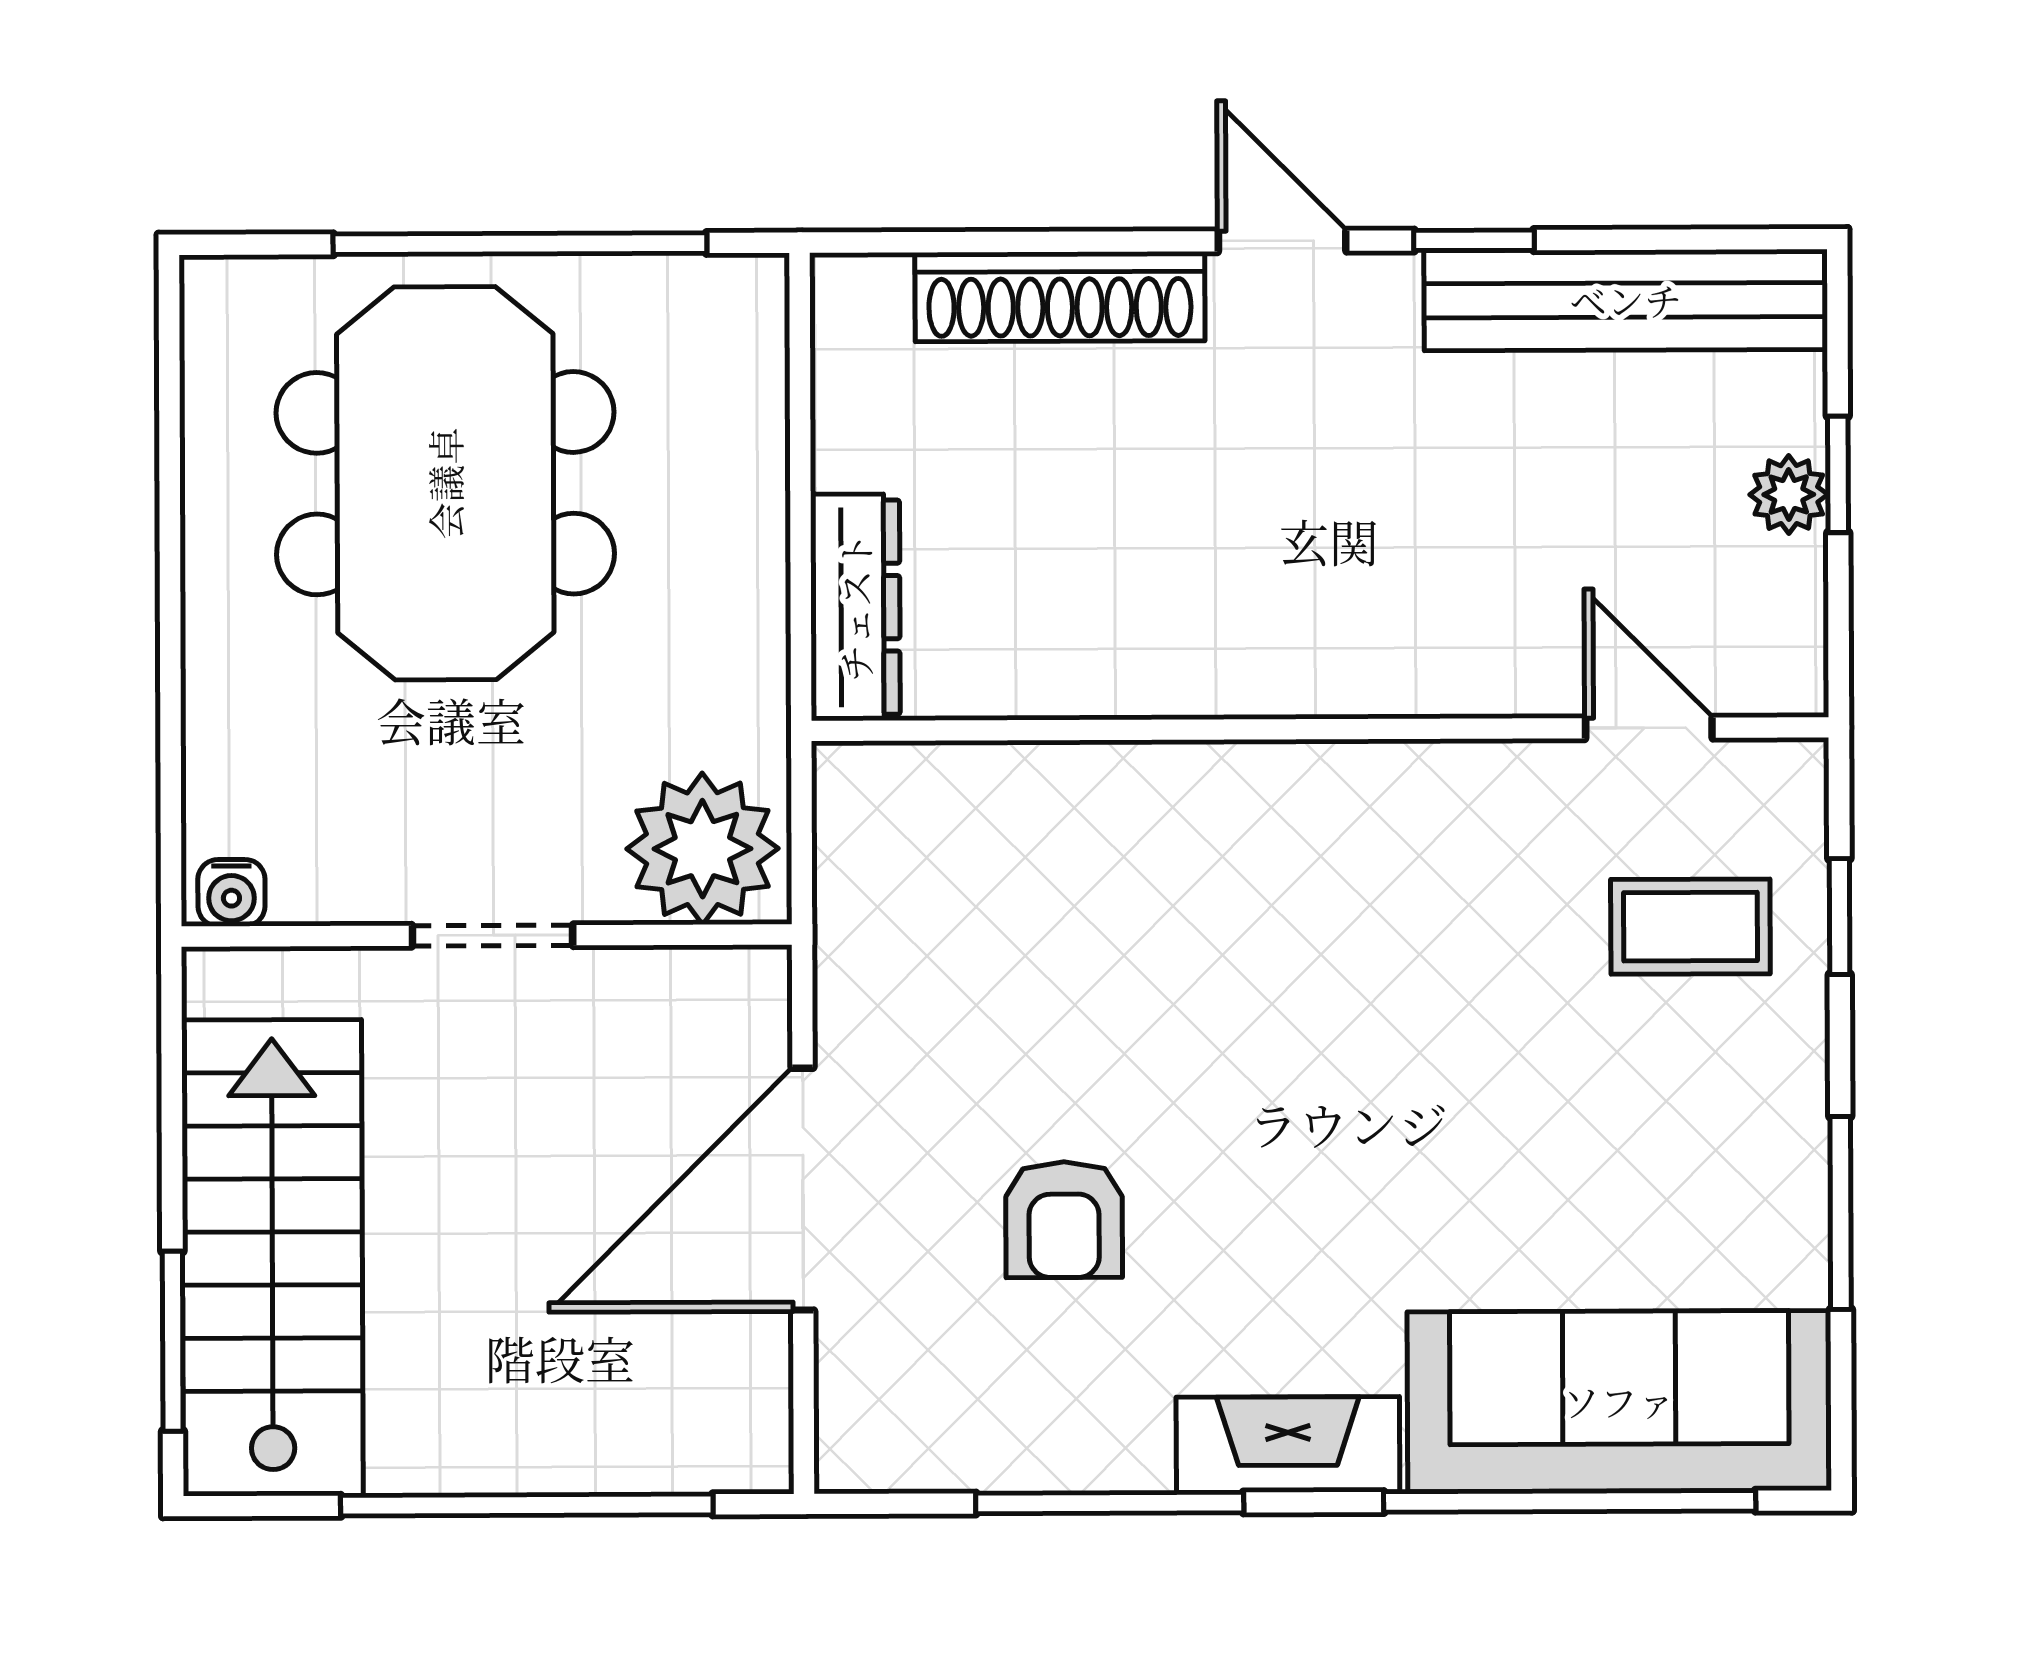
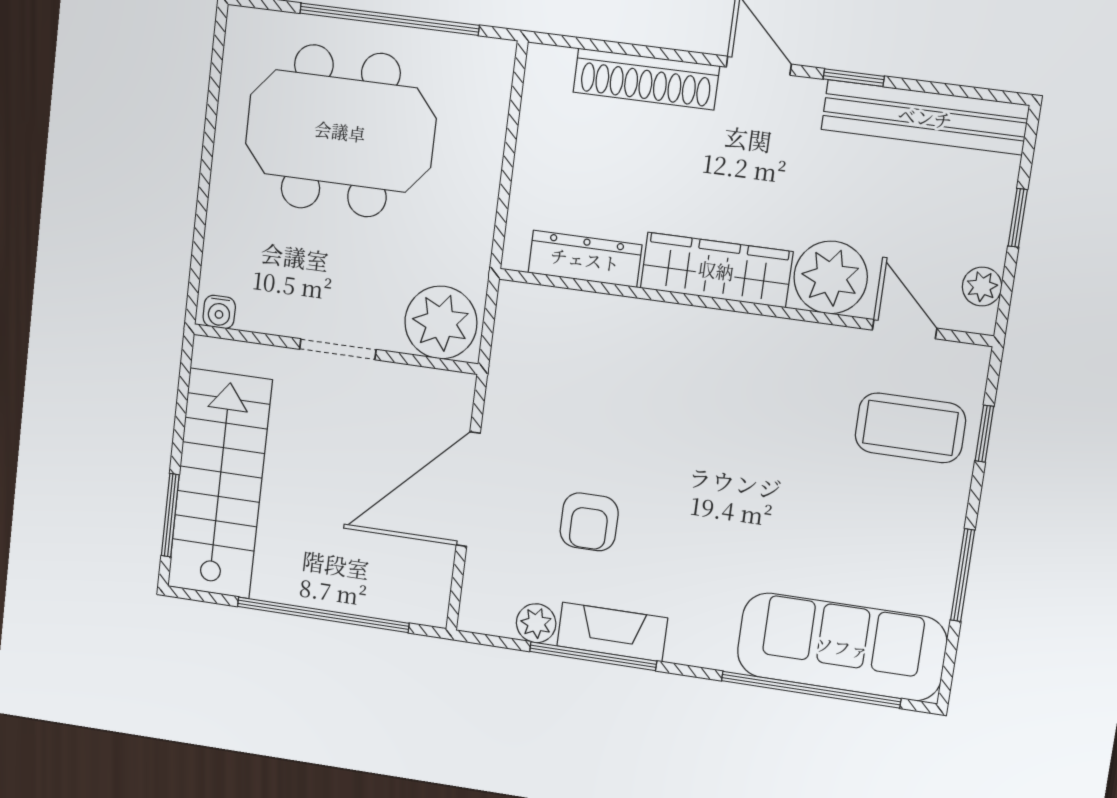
meeting table: (445, 483) -> (340, 131), turned 90
plant: (1789, 495) -> (982, 287), moved
dresser: (855, 607) -> (585, 259), moved, turned -90
plant: (1486, 644) -> (831, 277), added
wardrobe: (1255, 661) -> (716, 270), added
coffee table: (1690, 927) -> (910, 428), width x1.36, depth x1.30
fireplace: (1288, 1445) -> (612, 632), moved
plant: (981, 1451) -> (536, 623), added

